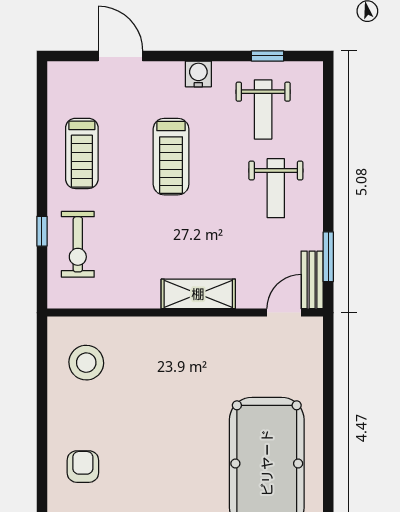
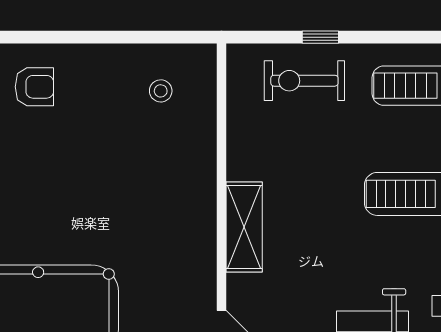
stool: (86, 363) -> (161, 91), width x0.53, depth x0.53

